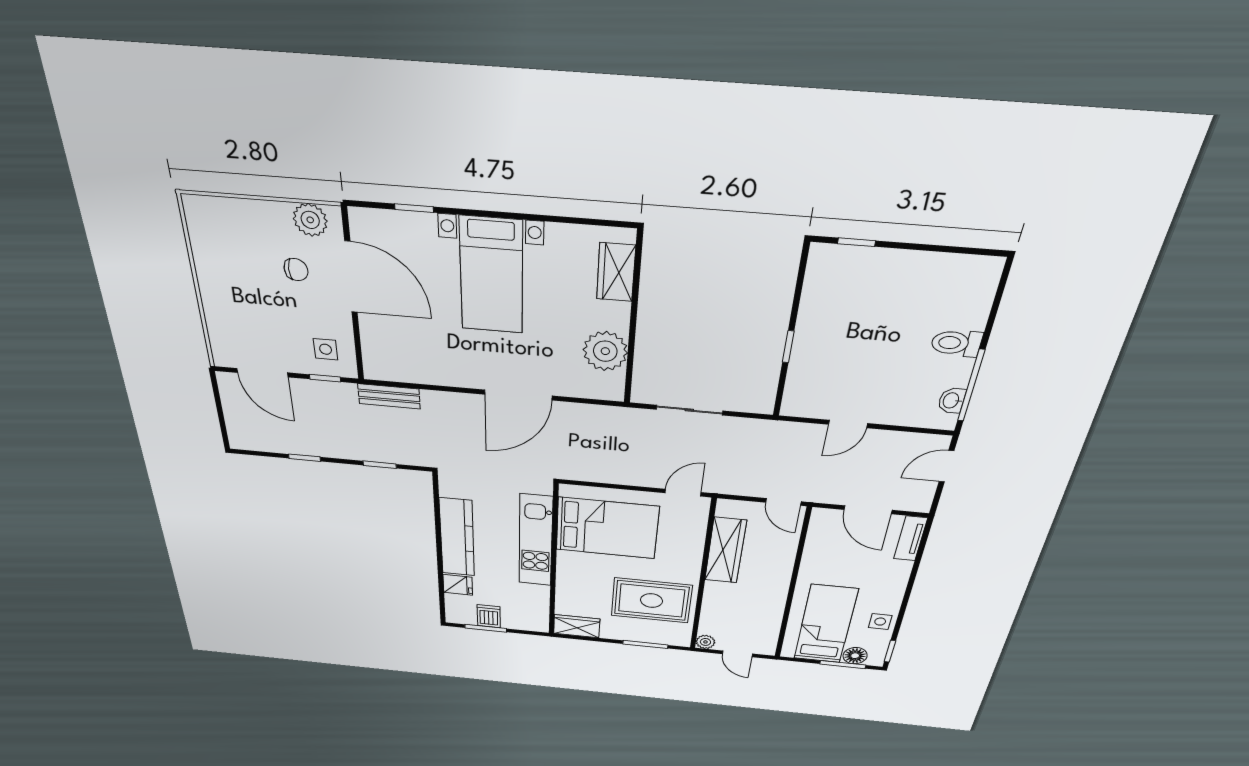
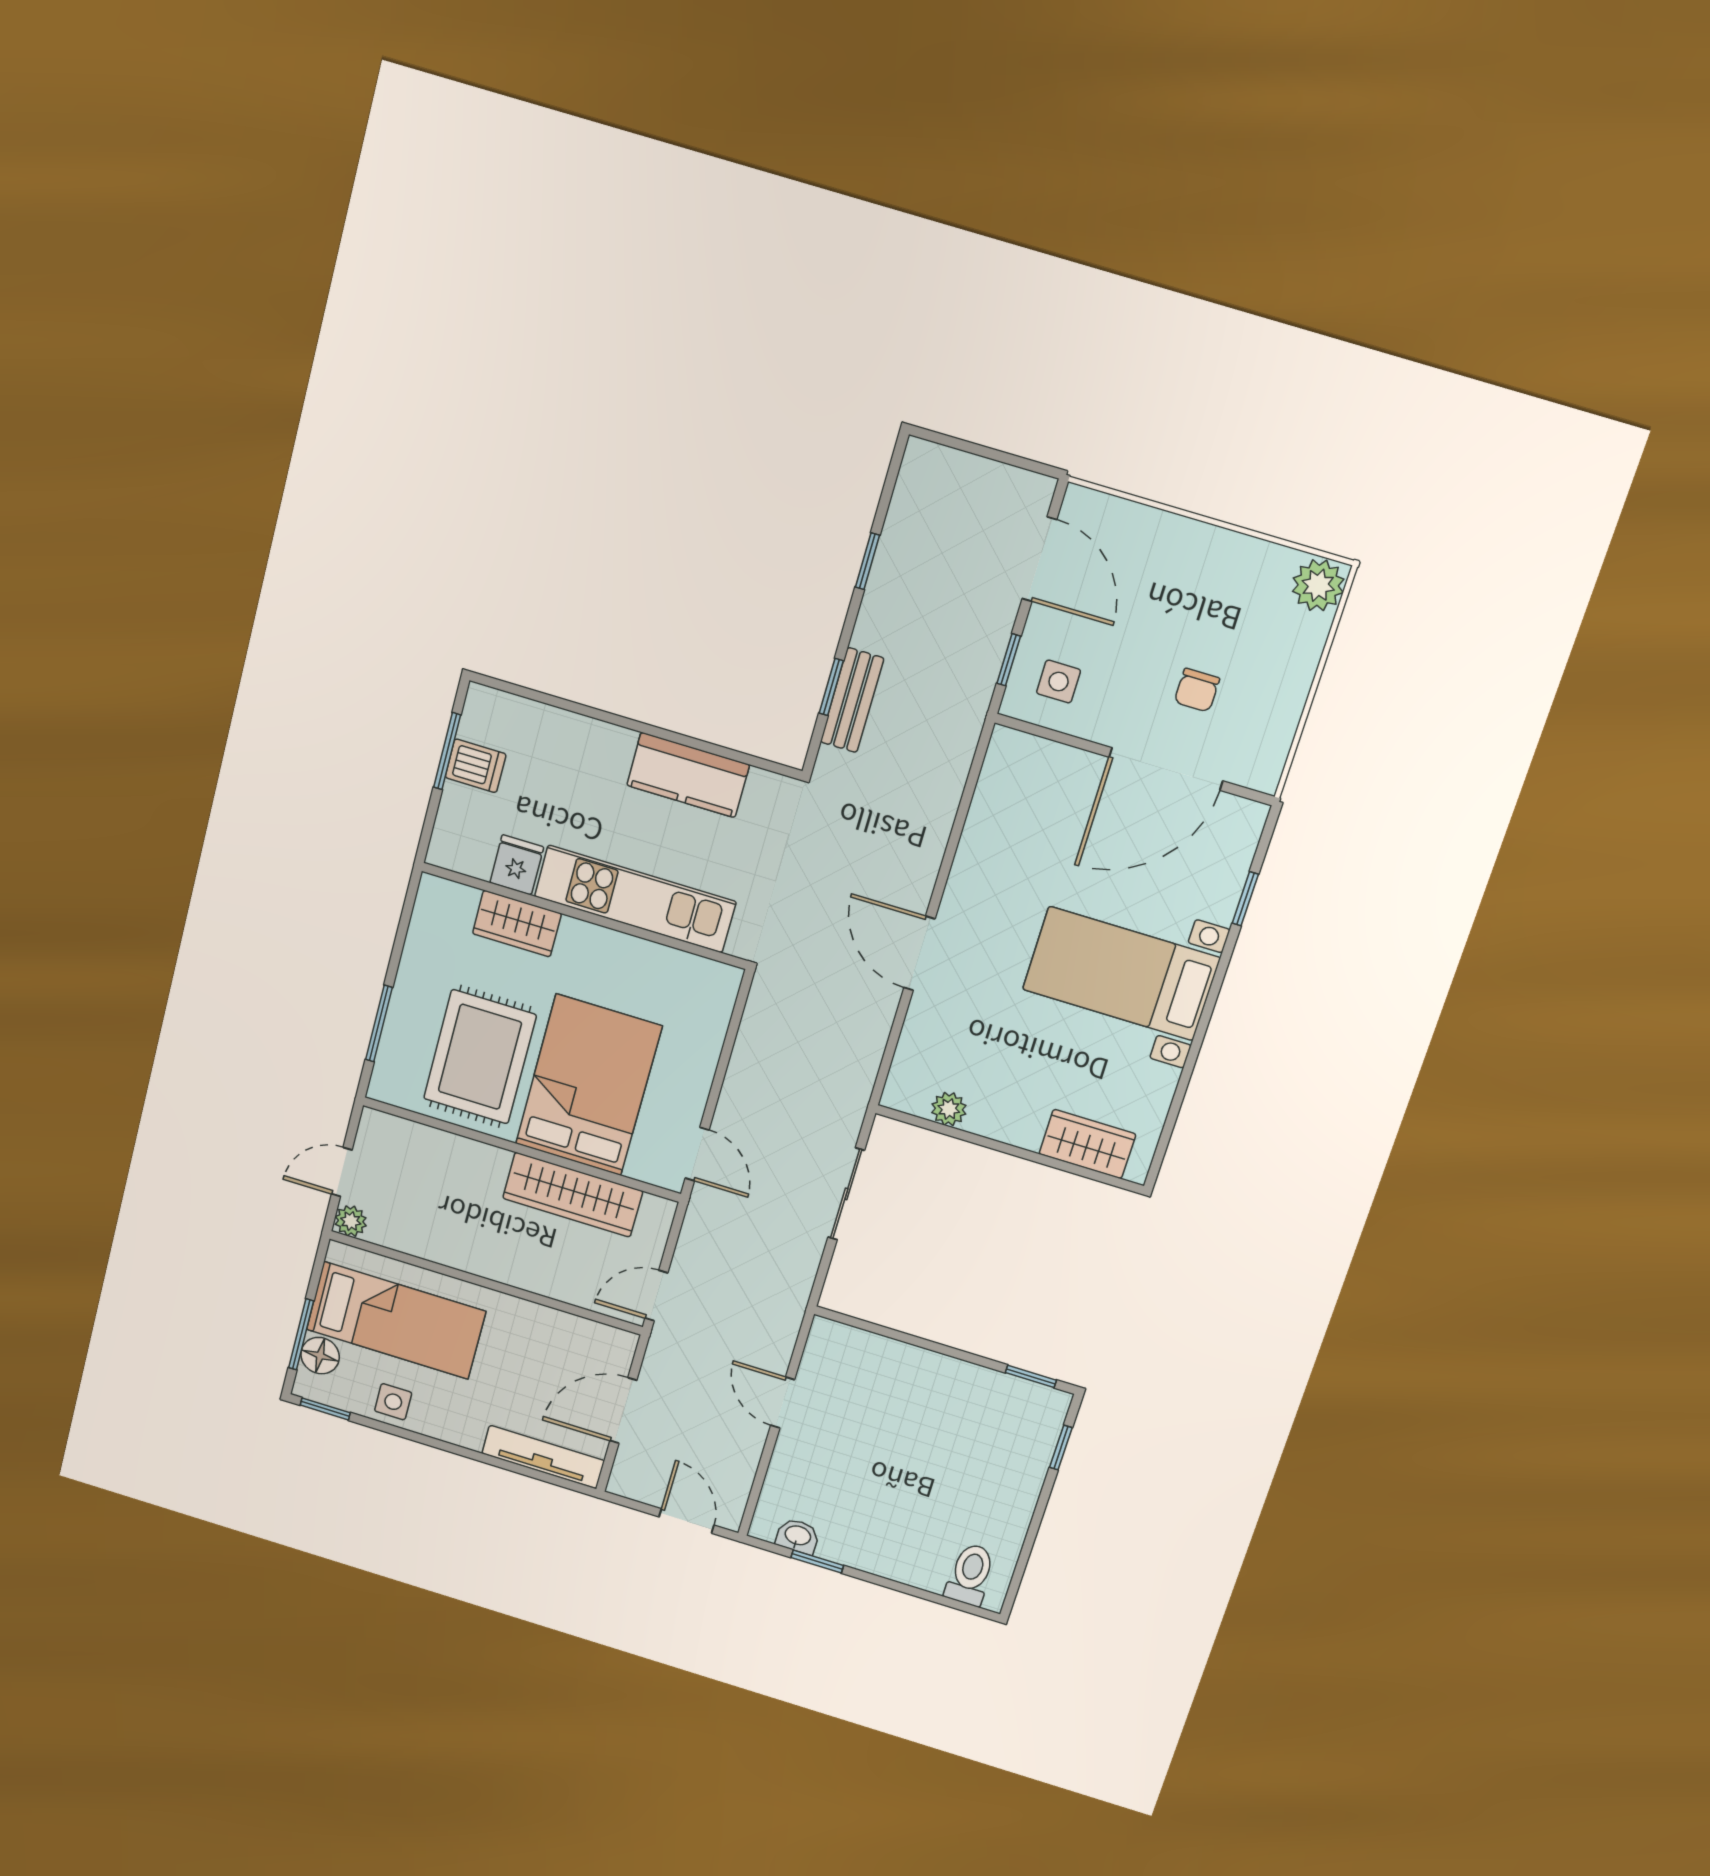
plant: (310, 220) -> (1318, 585), moved
toilet: (956, 343) -> (970, 1574), moved
window: (788, 347) -> (1031, 1376), moved
plant: (605, 351) -> (949, 1109), width x0.53, depth x0.53
door: (262, 373) -> (1039, 559), swing flipped
window: (971, 386) -> (817, 1561), width x0.46
door: (518, 395) -> (919, 953), width x0.73
bench: (389, 396) -> (852, 700), moved
bed: (607, 528) -> (589, 1085), moved, turned 180
kitchen counter: (457, 537) -> (688, 775), width x0.67
tv unit: (911, 538) -> (543, 1457), width x1.41
fridge: (458, 585) -> (517, 865), moved, turned 180
wardrobe: (577, 626) -> (517, 924), moved, turned 90
plant: (705, 642) -> (351, 1221), moved

